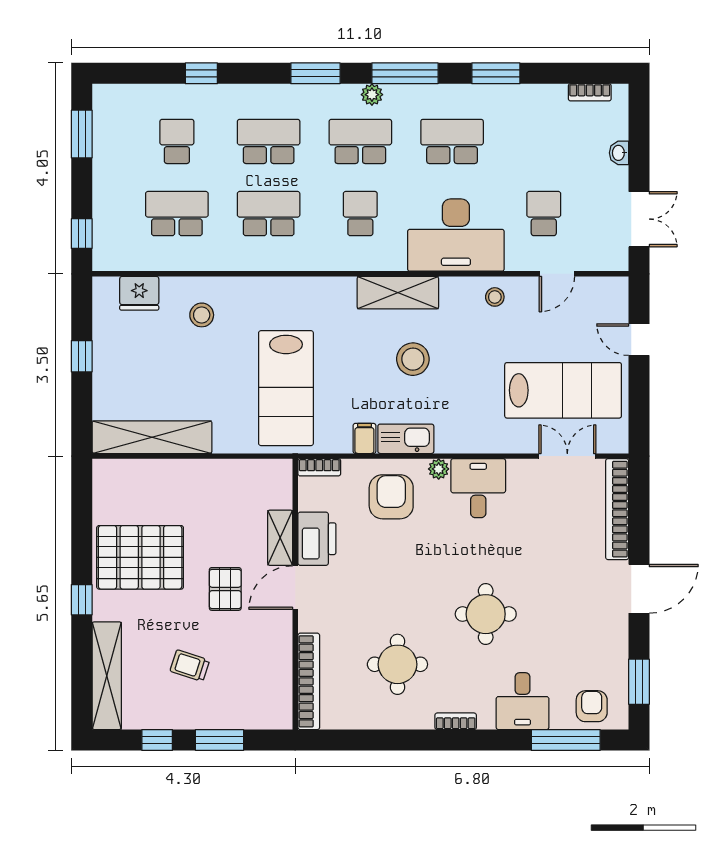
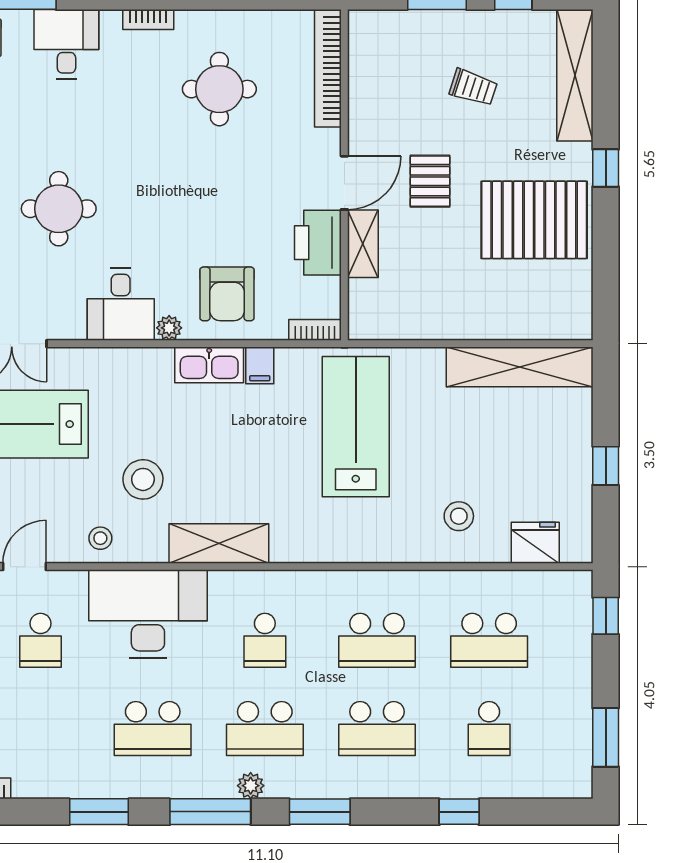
stool: (413, 359) -> (143, 479), moved
round table: (486, 614) -> (59, 209), moved

